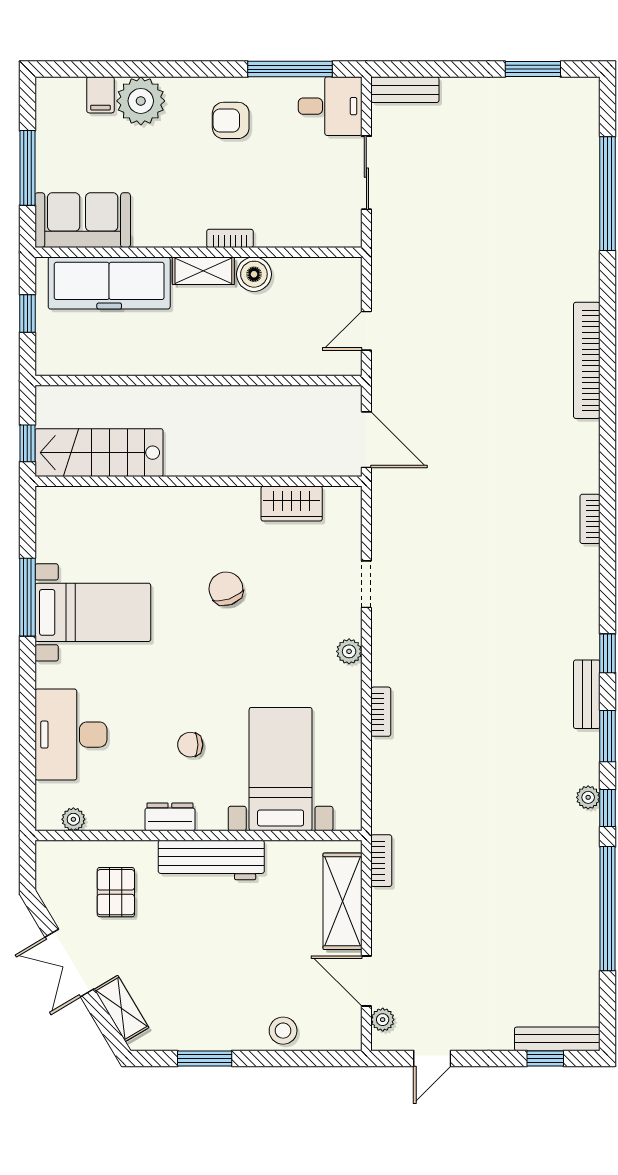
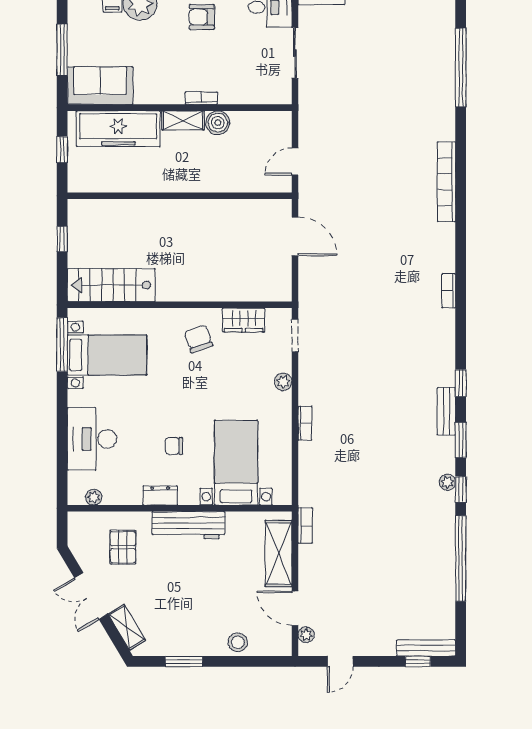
stairs: (99, 453) -> (111, 285), moved
wall: (198, 481) -> (180, 305), moved
wardrobe: (292, 504) -> (244, 320), moved

